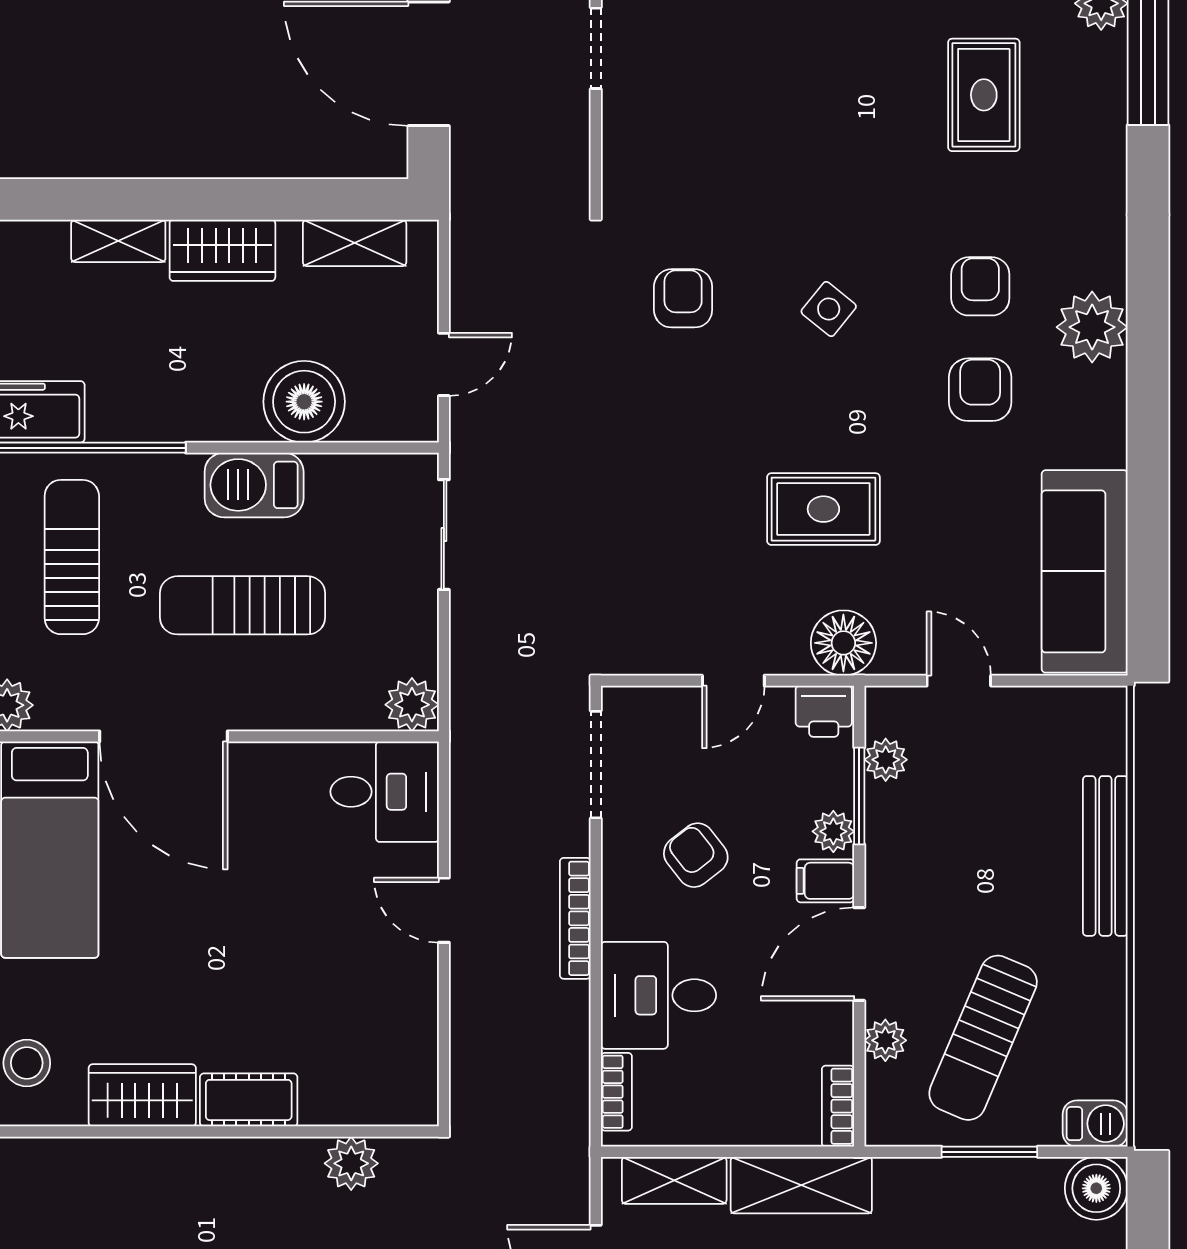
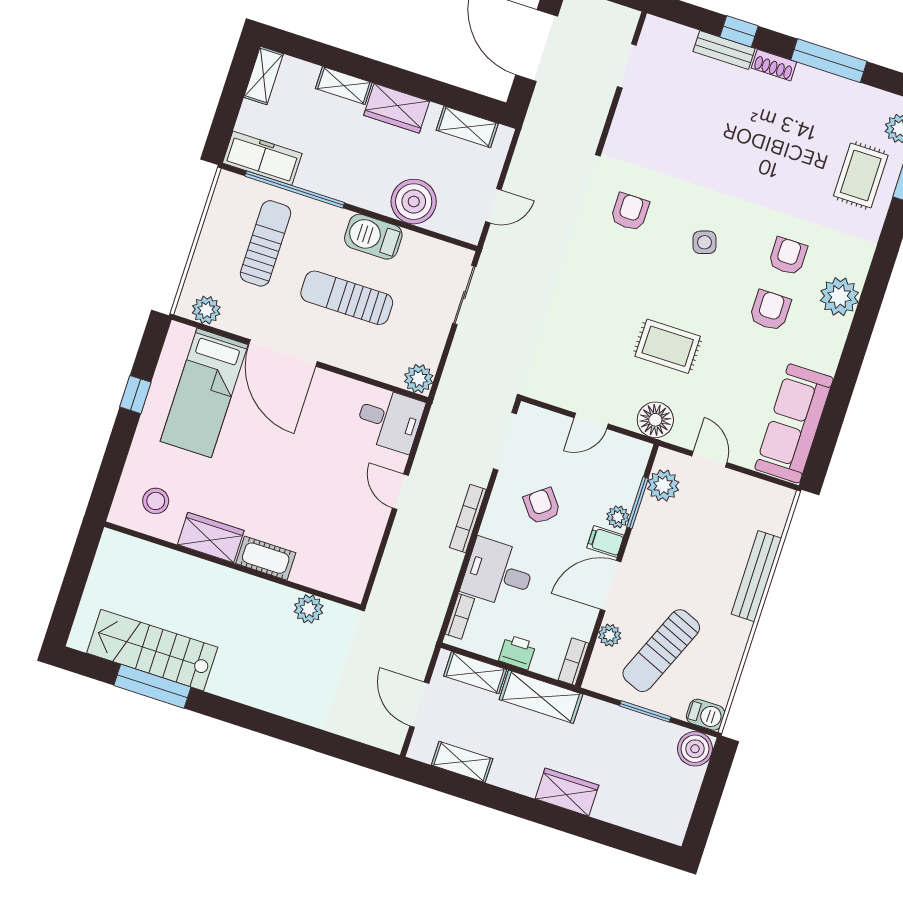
rug: (984, 95) -> (861, 176), moved
side table: (829, 309) -> (704, 242), turned 33
printer: (824, 711) -> (517, 652), moved, turned 180
plant: (886, 760) -> (663, 485), width x1.38, depth x1.38

